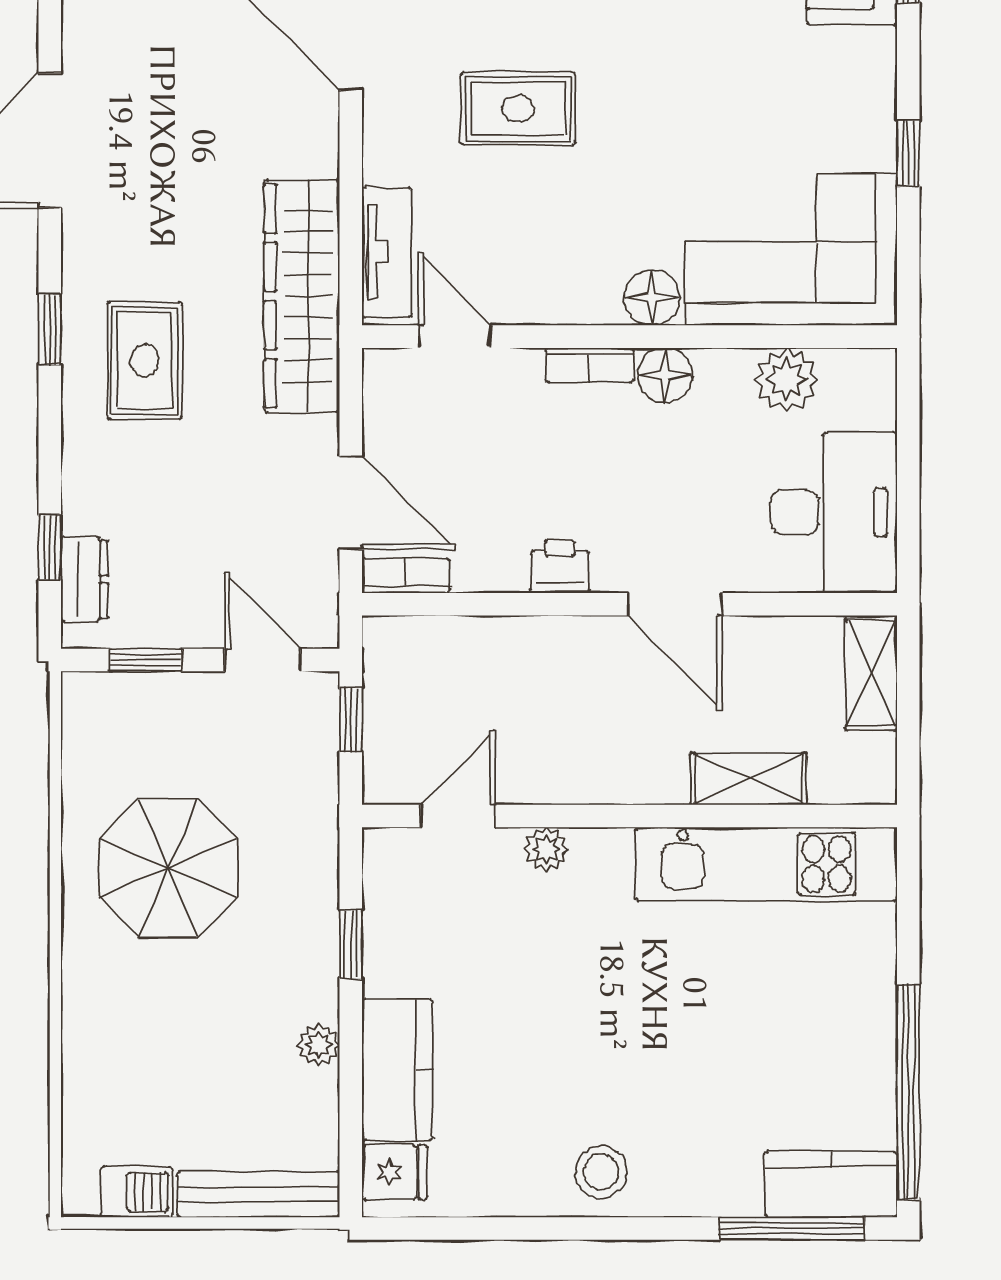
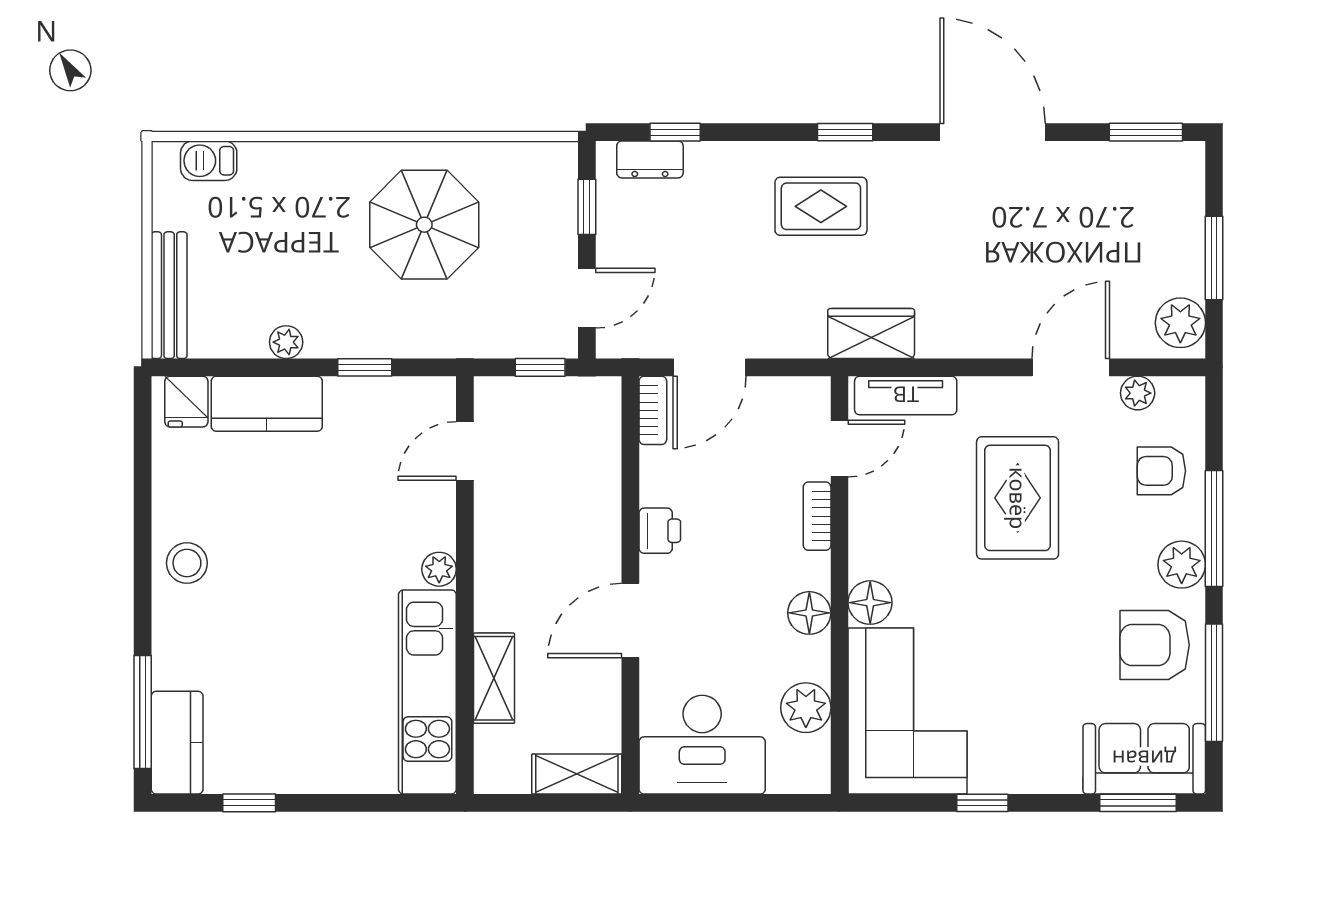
rug: (518, 109) -> (1018, 498), width x1.36, depth x1.43
wardrobe: (302, 296) -> (871, 334), width x0.48, depth x0.85
bookcase: (589, 365) -> (817, 516), moved
door: (458, 816) -> (465, 451), swing flipped
plant: (546, 849) -> (439, 569), moved
window: (908, 1092) -> (249, 803), width x0.32
barbecue: (137, 1192) -> (209, 161), moved, turned 90

